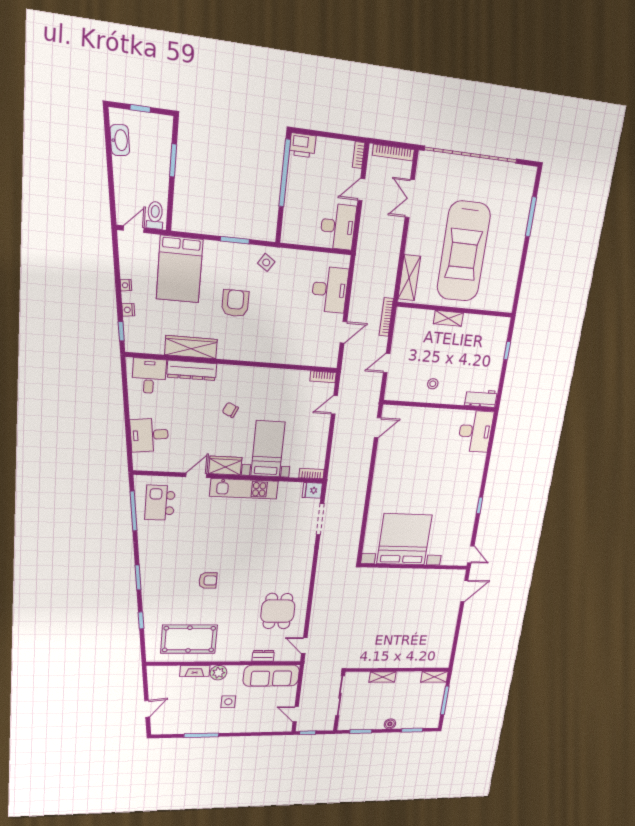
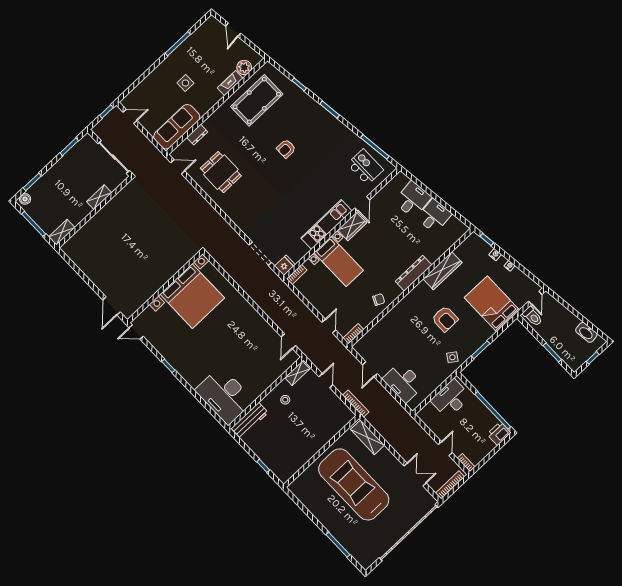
desk: (338, 226) -> (451, 399), moved, turned 90
shelving: (448, 318) -> (297, 373), moved
dresser: (192, 370) -> (414, 273), moved
desk: (149, 376) -> (434, 216), moved, turned -97
workbench: (481, 398) -> (250, 421), width x1.38
chair: (230, 410) -> (379, 300), moved
desk: (475, 431) -> (224, 395), width x1.36, depth x1.30
plant: (218, 673) -> (244, 67), moved
boiler: (390, 724) -> (25, 199), moved

